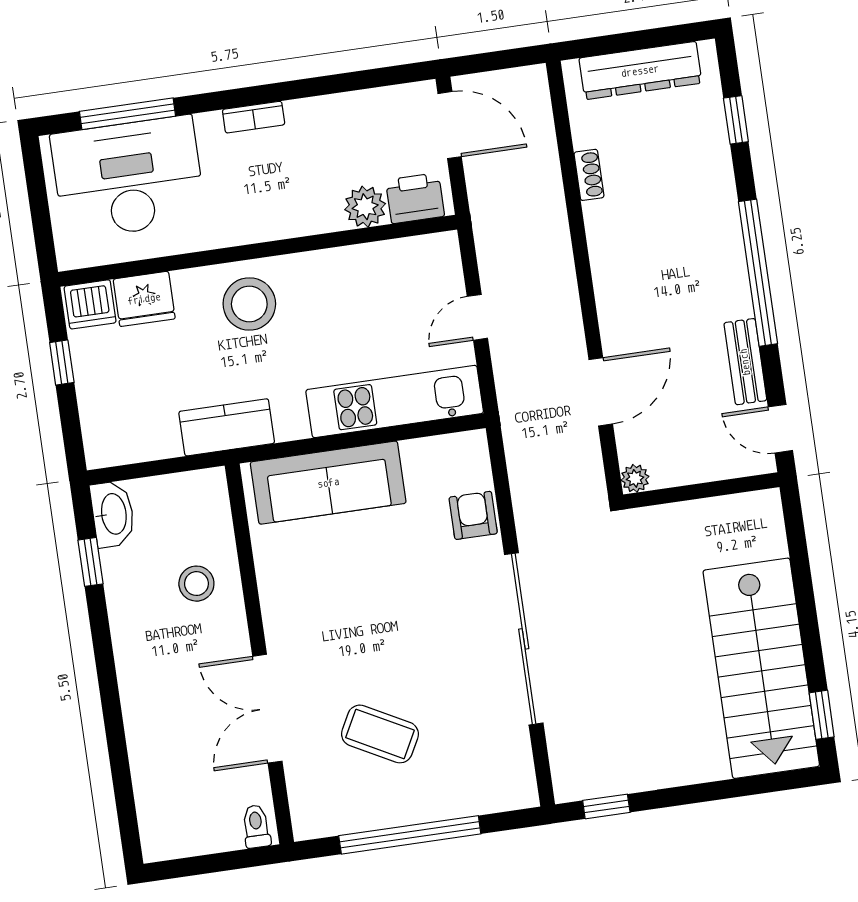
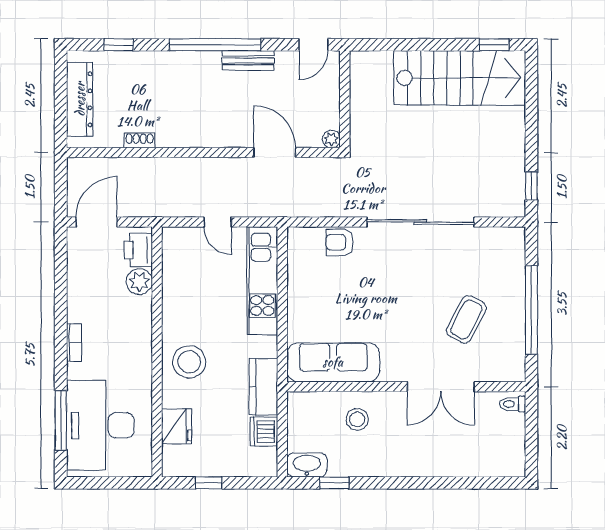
dishwasher: (90, 304) -> (264, 431), moved, turned 180
bench: (745, 362) -> (248, 60), moved
sofa: (328, 483) -> (333, 362), moved, turned -90

